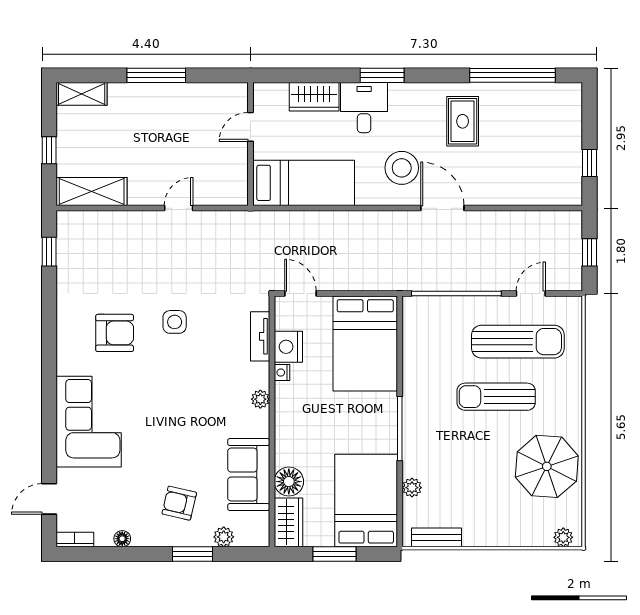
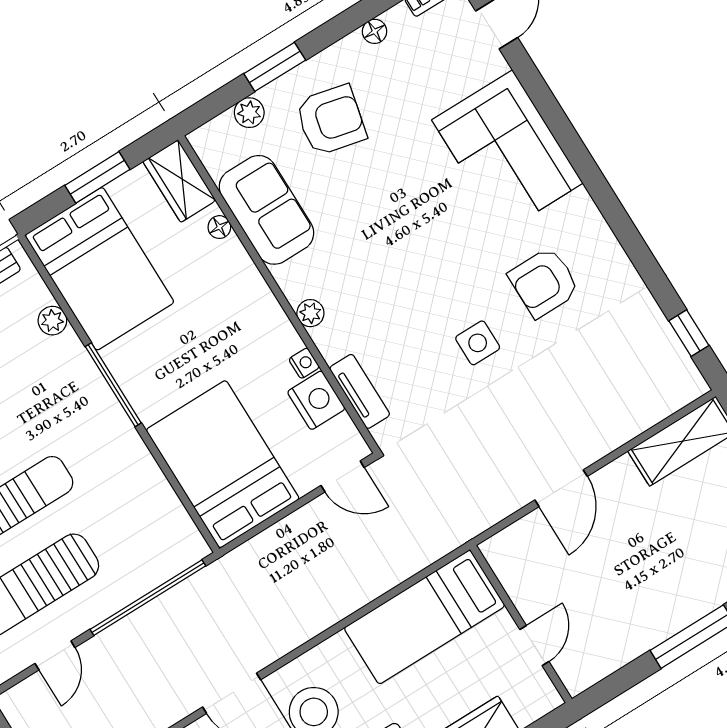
door: (179, 208) -> (561, 488), width x1.38
floor lamp: (289, 482) -> (219, 227), width x0.53, depth x0.53
armchair: (179, 503) -> (331, 120), width x1.38, depth x1.38

